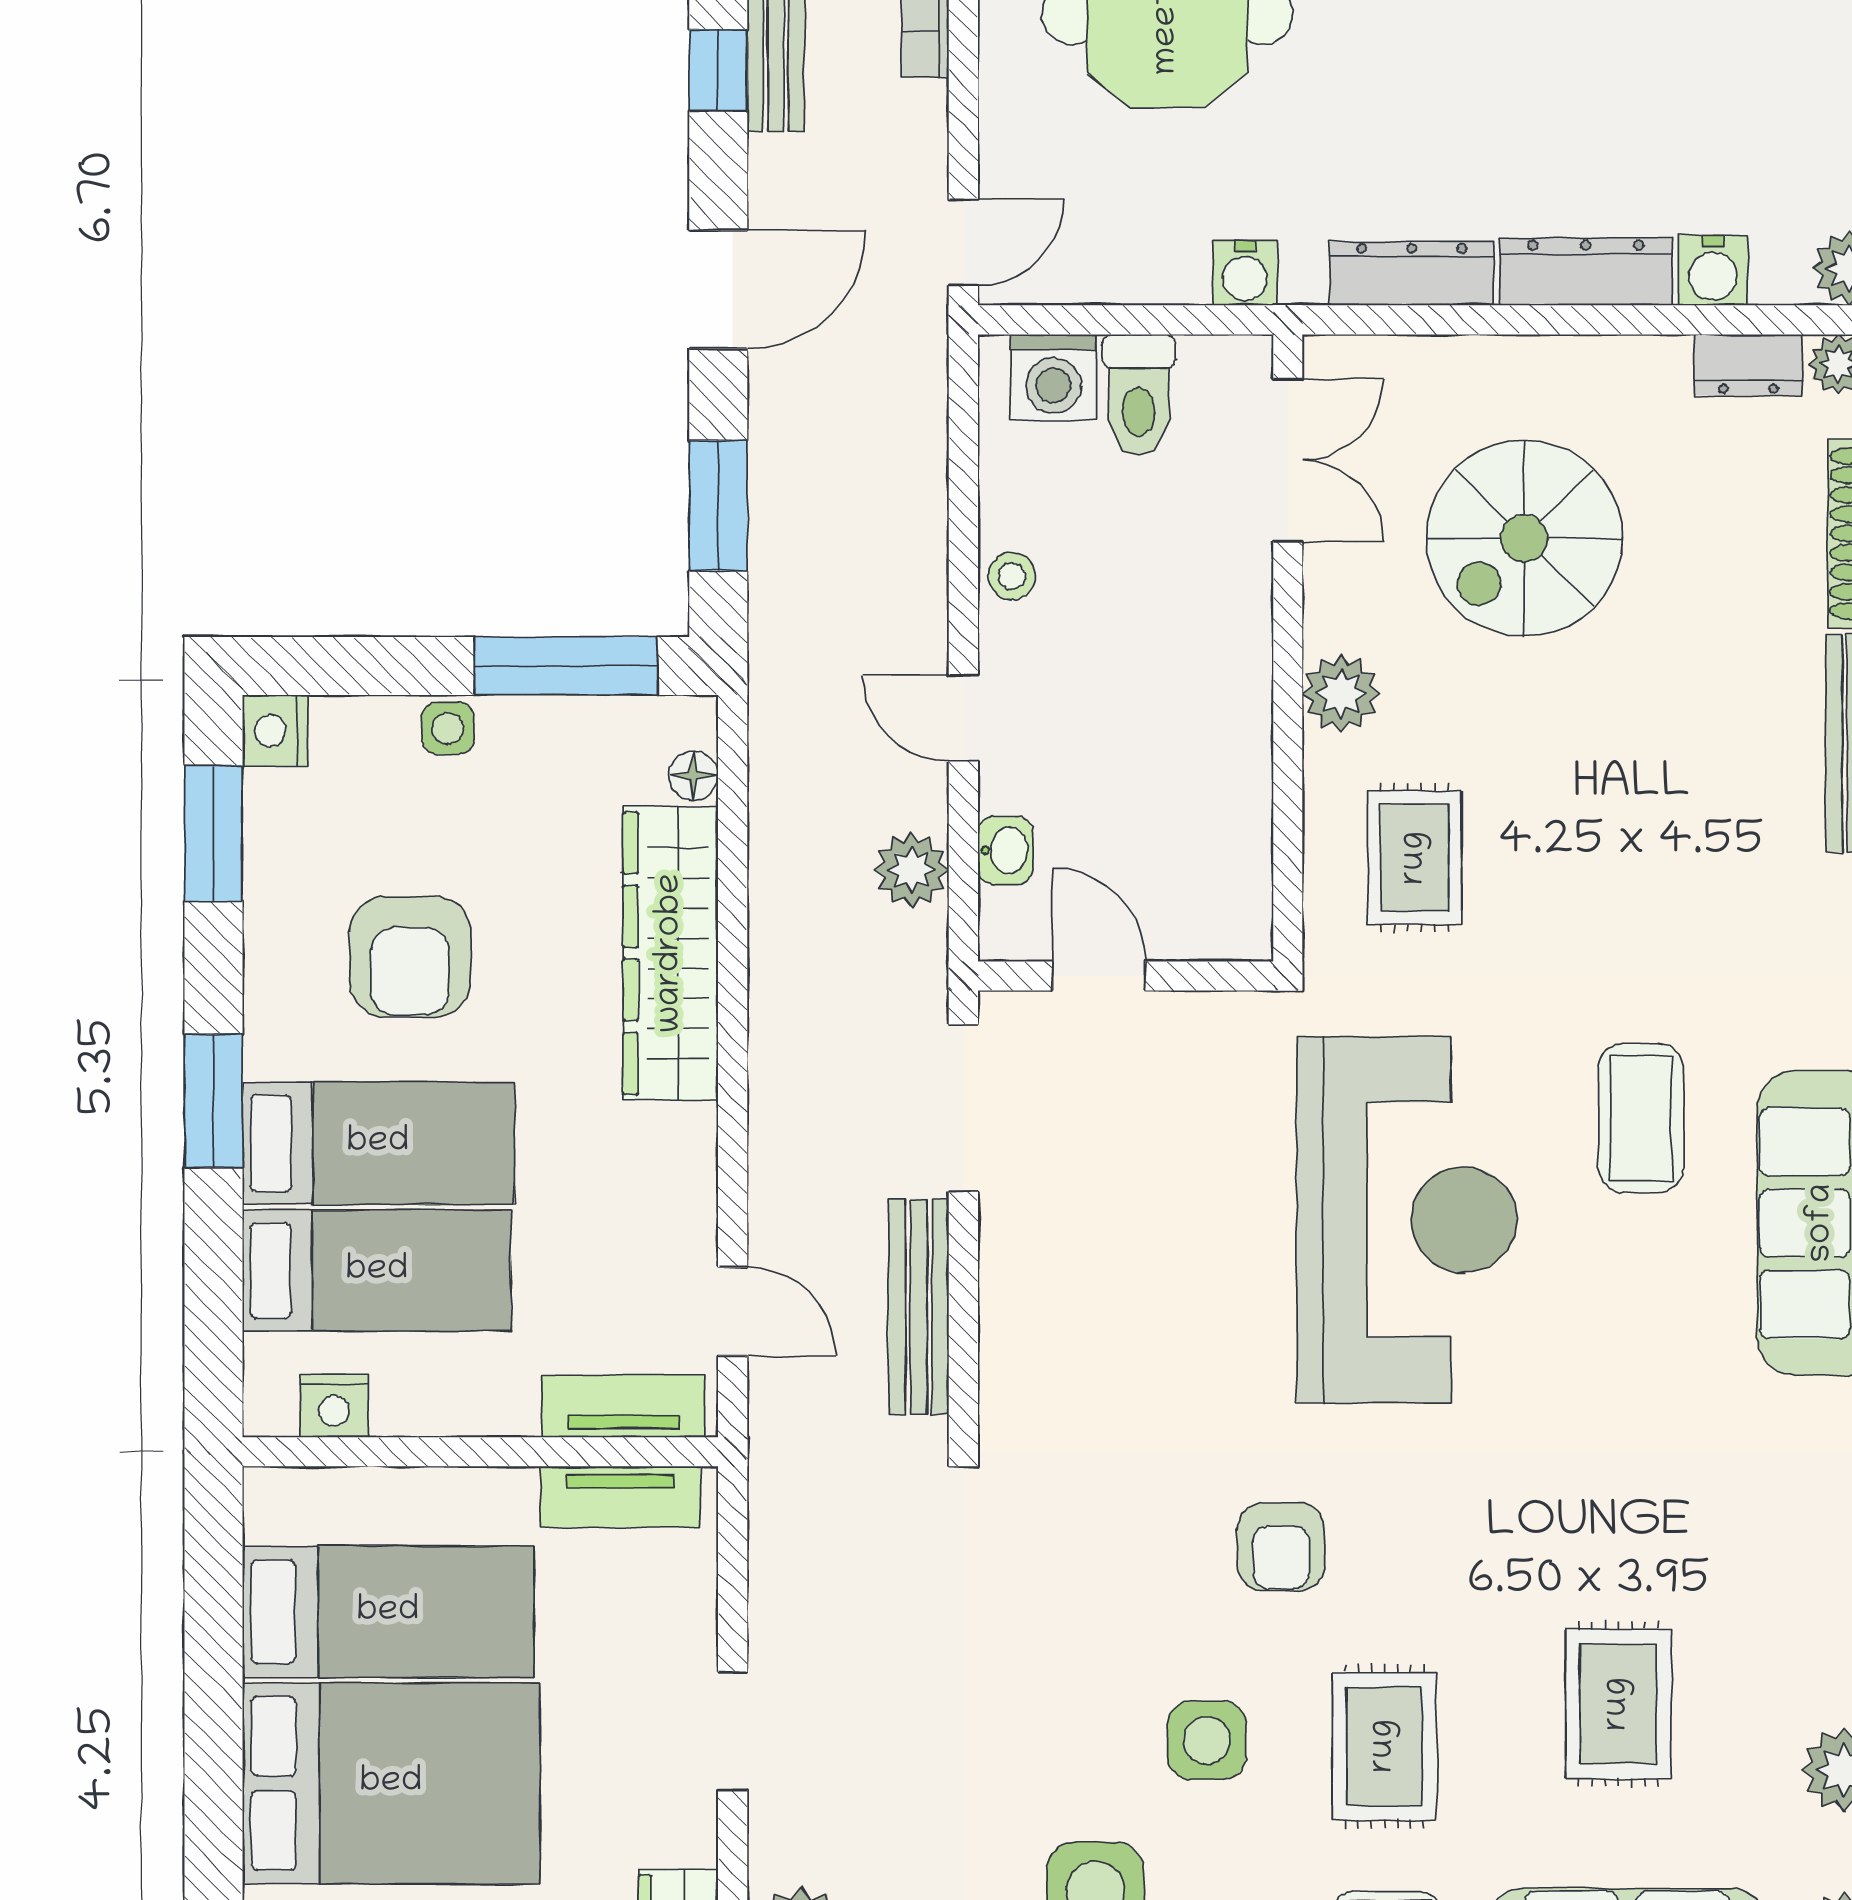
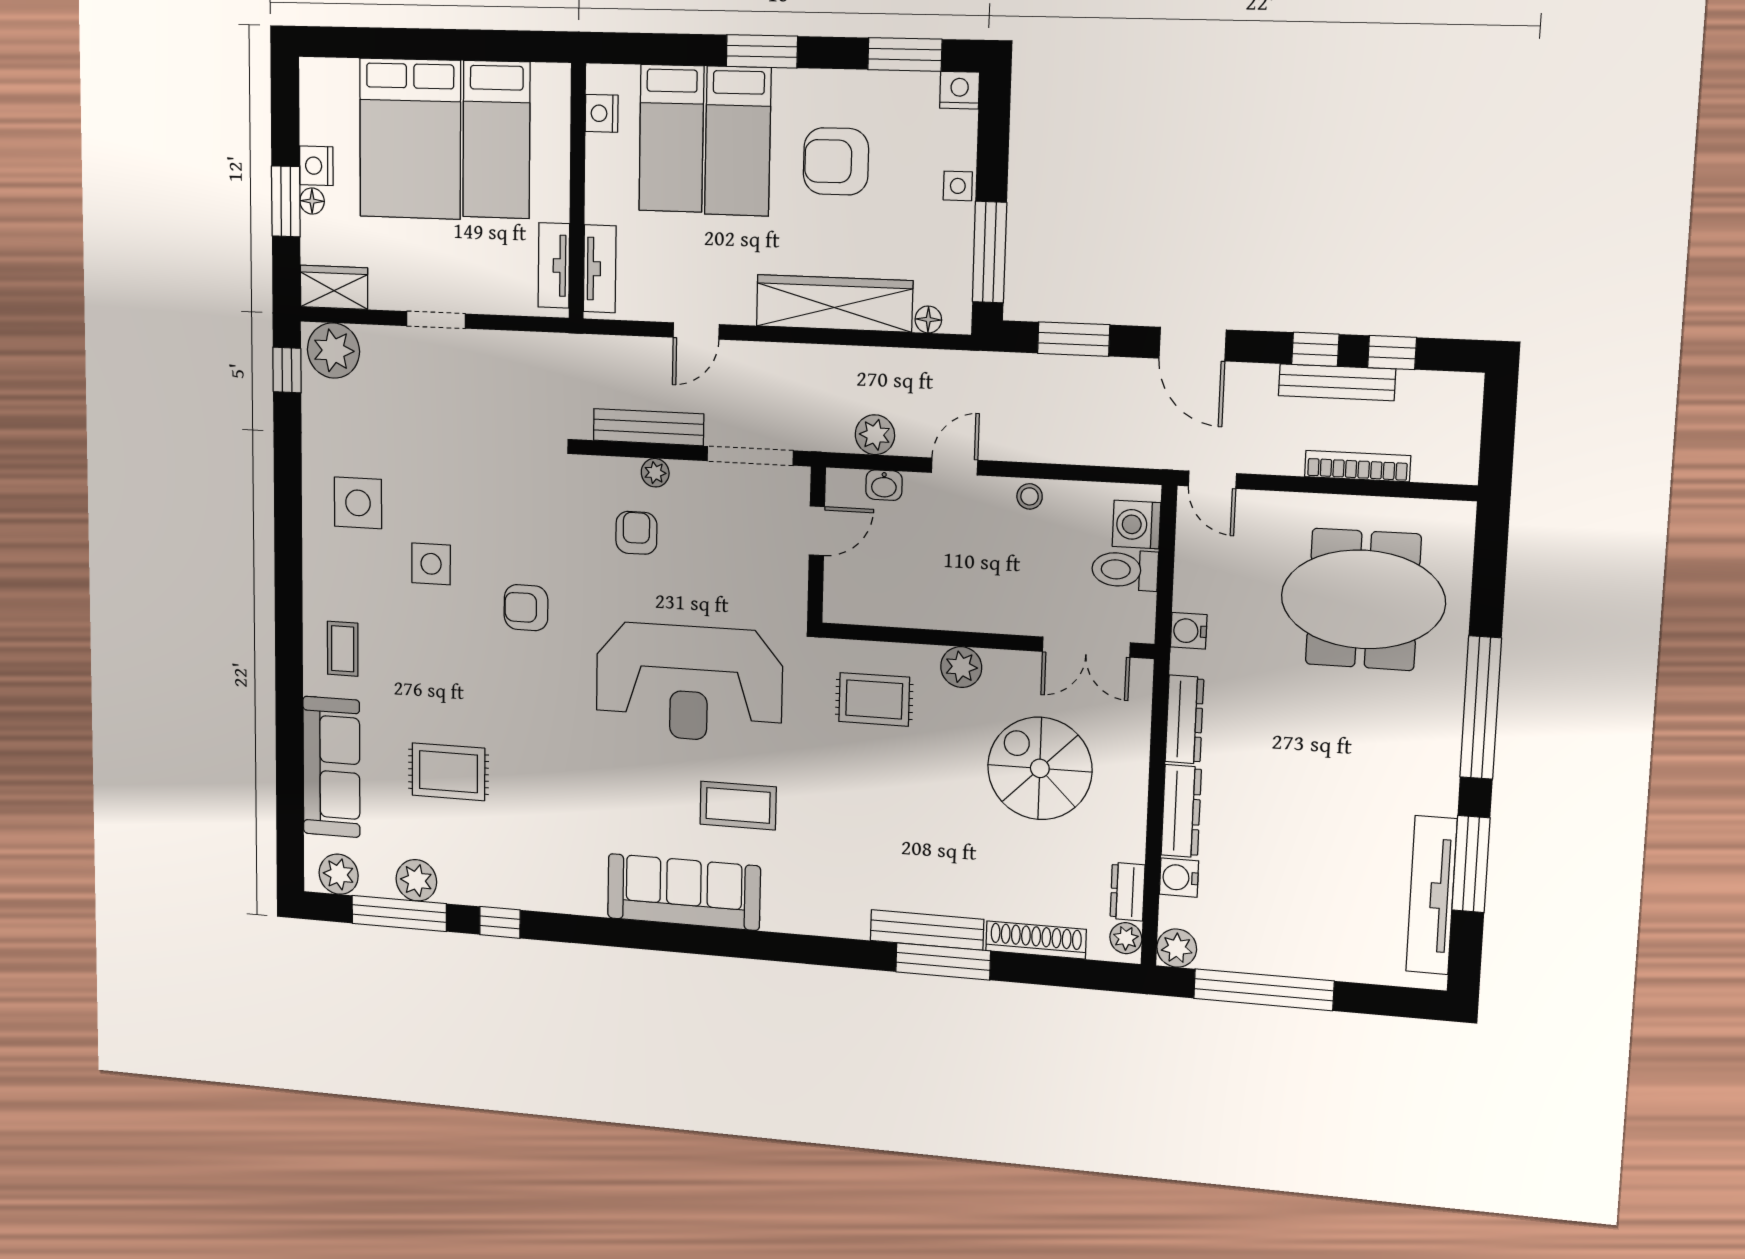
plant: (1005, 1293) -> (655, 473), added
door: (733, 1311) -> (696, 331), moved
armchair: (1123, 1328) -> (636, 533), added
rug: (1384, 1746) -> (428, 653), removed

